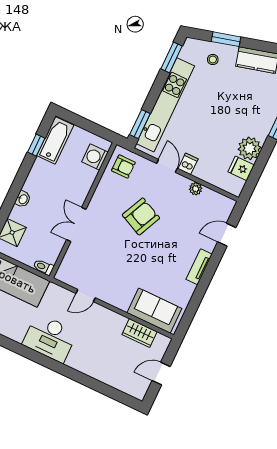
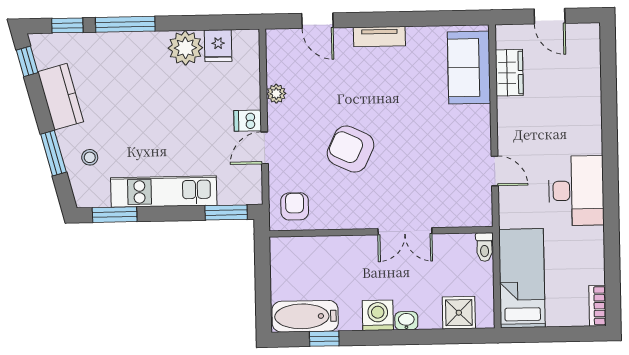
kitchen unit: (165, 105) -> (164, 192), width x0.73
washing machine: (95, 157) -> (378, 315), moved, turned 180

